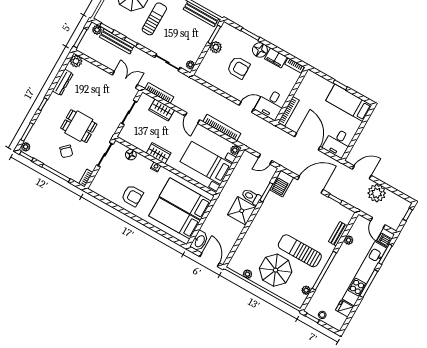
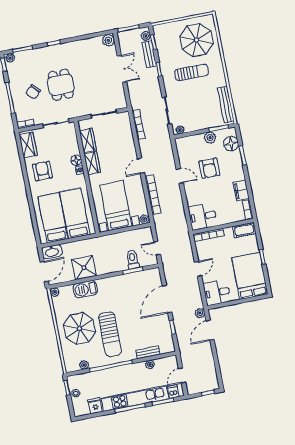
bench: (117, 41) -> (149, 54), width x0.73
floor lamp: (260, 50) -> (231, 144), moved
double door: (125, 80) -> (122, 69), moved
cot: (308, 81) -> (244, 230), added
dresser: (63, 82) -> (83, 44), removed
bed: (349, 103) -> (250, 276), width x1.50
door: (246, 107) -> (180, 176), moved
wardrobe: (162, 110) -> (88, 140), moved, turned 180
door: (307, 142) -> (198, 269), width x0.53
floor lamp: (131, 155) -> (76, 160), moved
door: (362, 172) -> (210, 330), swing flipped
barbecue: (282, 184) -> (85, 289), moved
door: (310, 185) -> (167, 299), swing flipped
wardrobe: (103, 190) -> (28, 145), added
plant: (377, 193) -> (200, 313), moved, width x0.53, depth x0.53
armchair: (132, 196) -> (42, 171), turned 180
toilet: (251, 197) -> (133, 260), moved
shower: (242, 211) -> (84, 268), moved
sun lounger: (300, 251) -> (110, 334), turned 180
plant: (247, 274) -> (55, 292), moved

